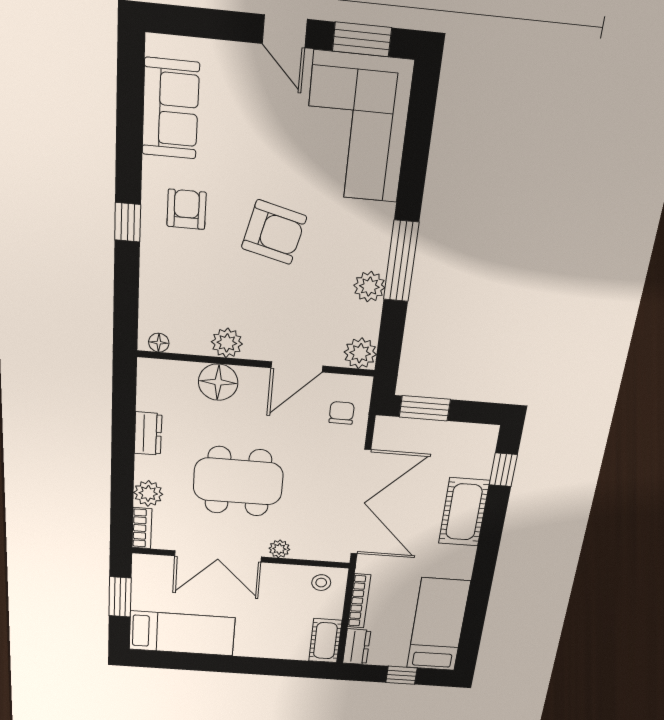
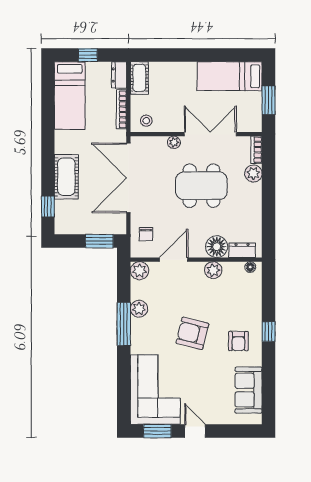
dresser: (148, 434) -> (242, 250), moved, turned 90

